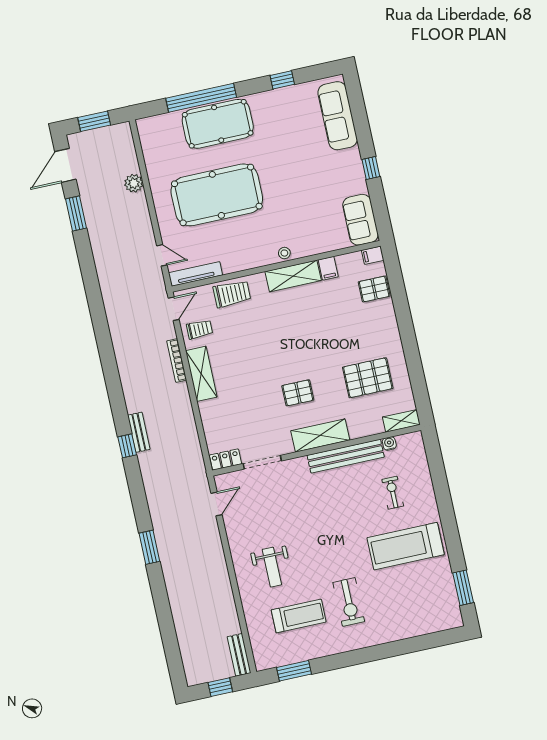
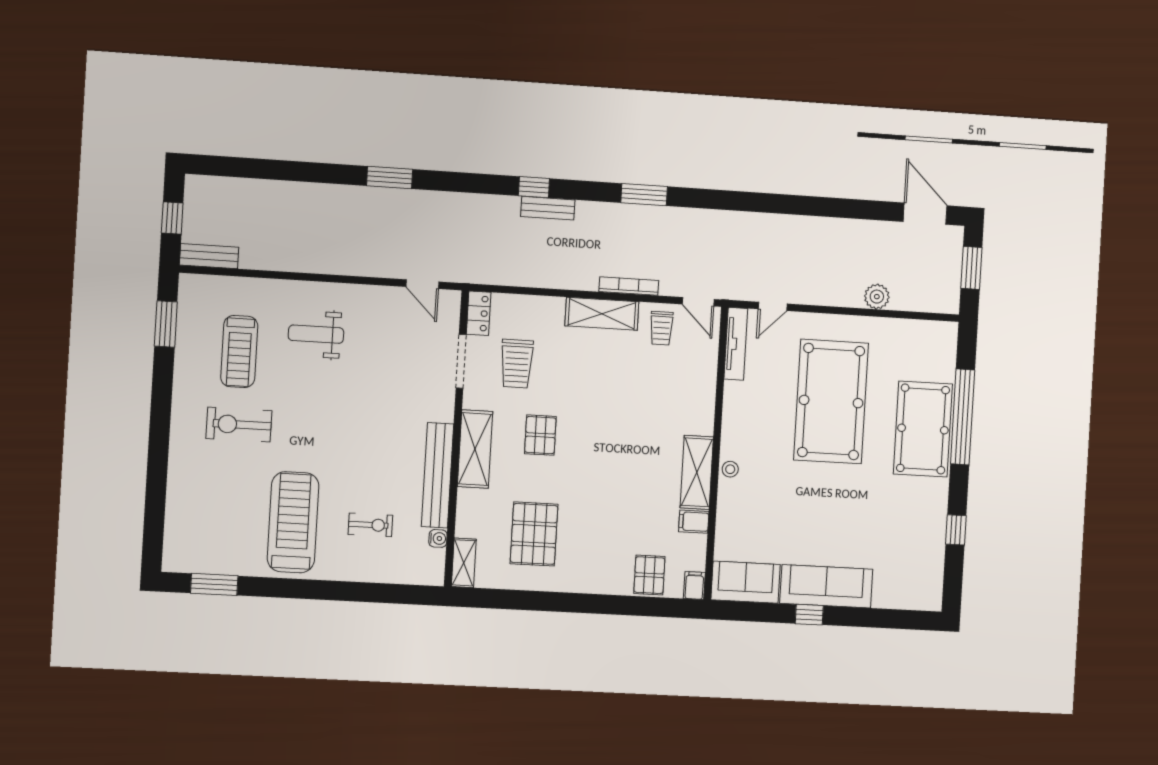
sofa: (338, 116) -> (826, 586), moved
window: (76, 214) -> (644, 195), moved
trolley: (232, 294) -> (517, 364), moved

